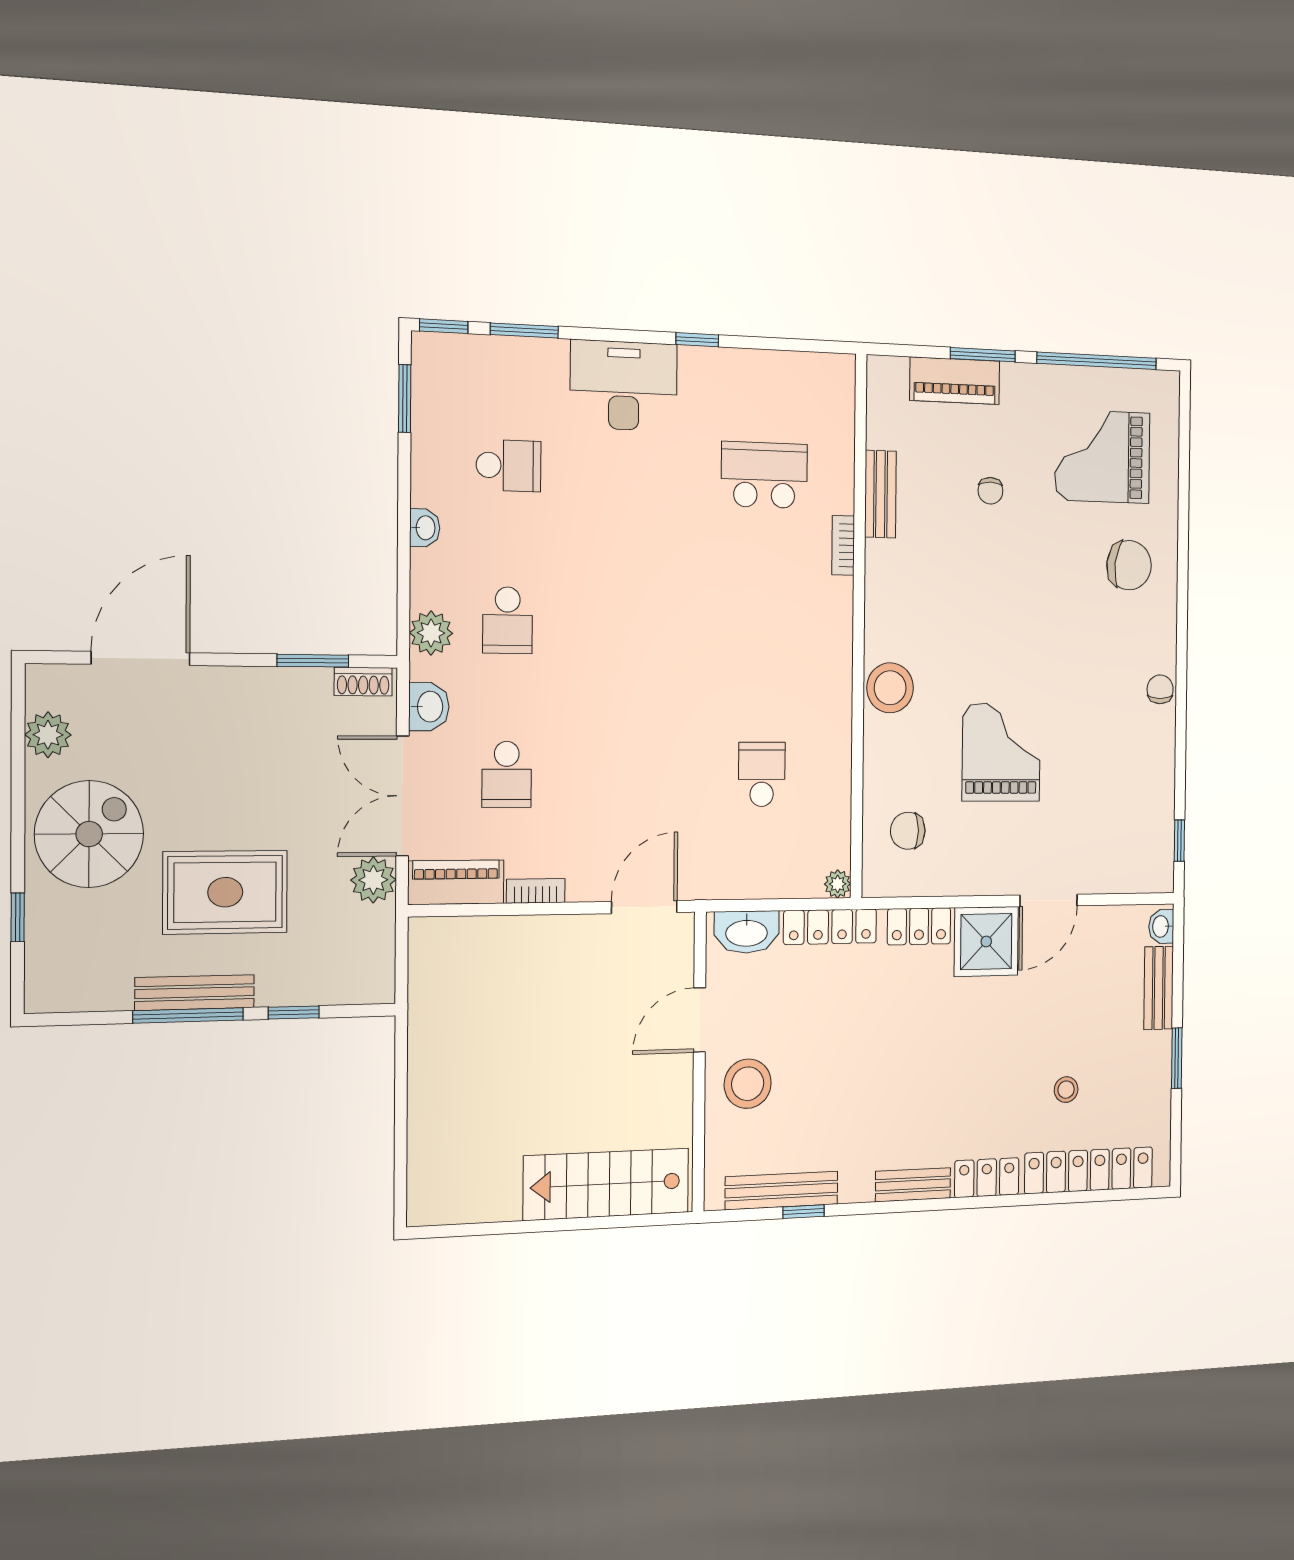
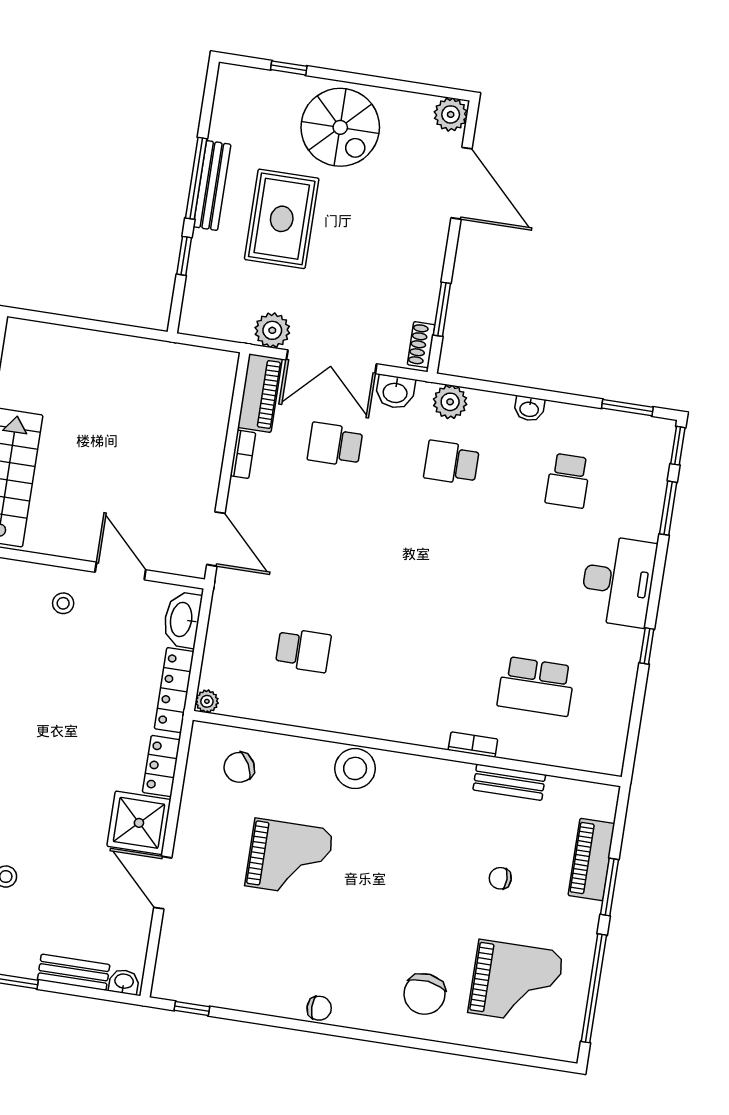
grand piano: (1102, 456) -> (516, 982), turned 90
school desk: (764, 475) -> (536, 686), turned 90
plant: (48, 735) -> (451, 114), moved
double door: (402, 796) -> (331, 362), swing flipped
chair: (908, 831) -> (239, 767), turned -118
stool: (748, 1084) -> (63, 603), width x0.53, depth x0.53

